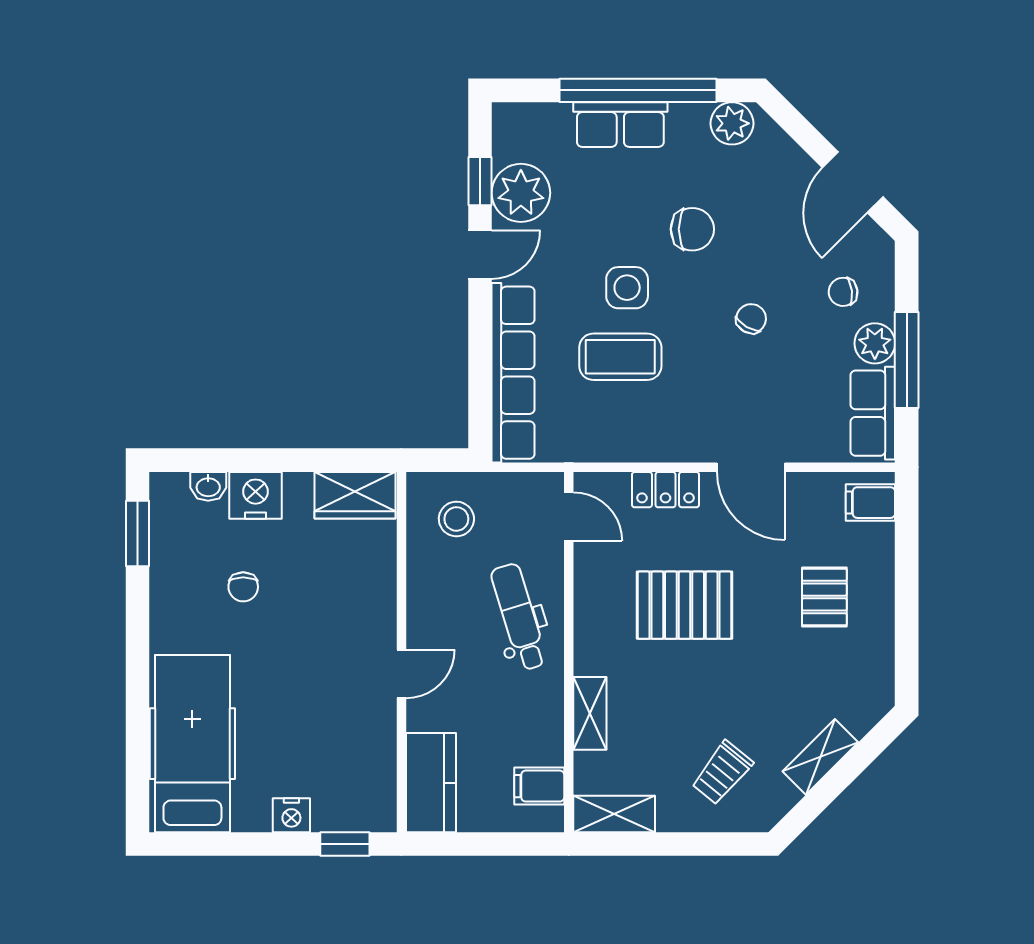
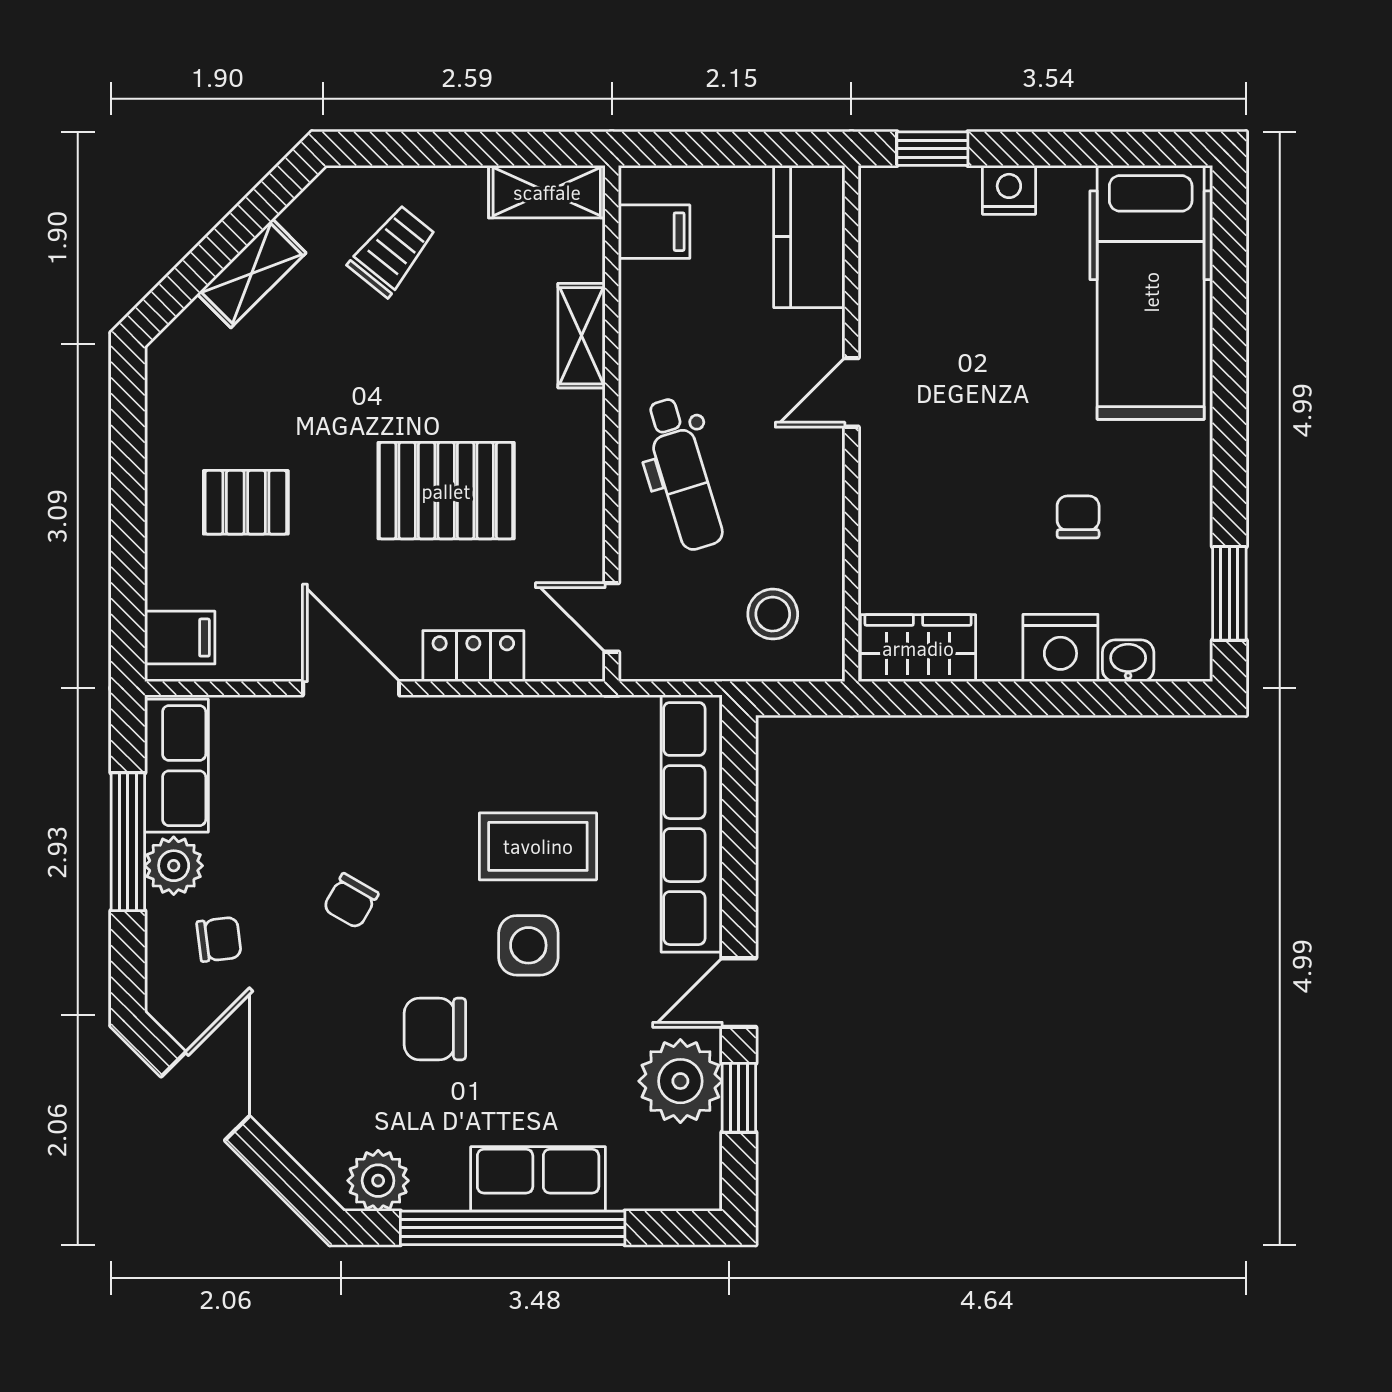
pallet: (824, 597) -> (246, 502), turned 90

